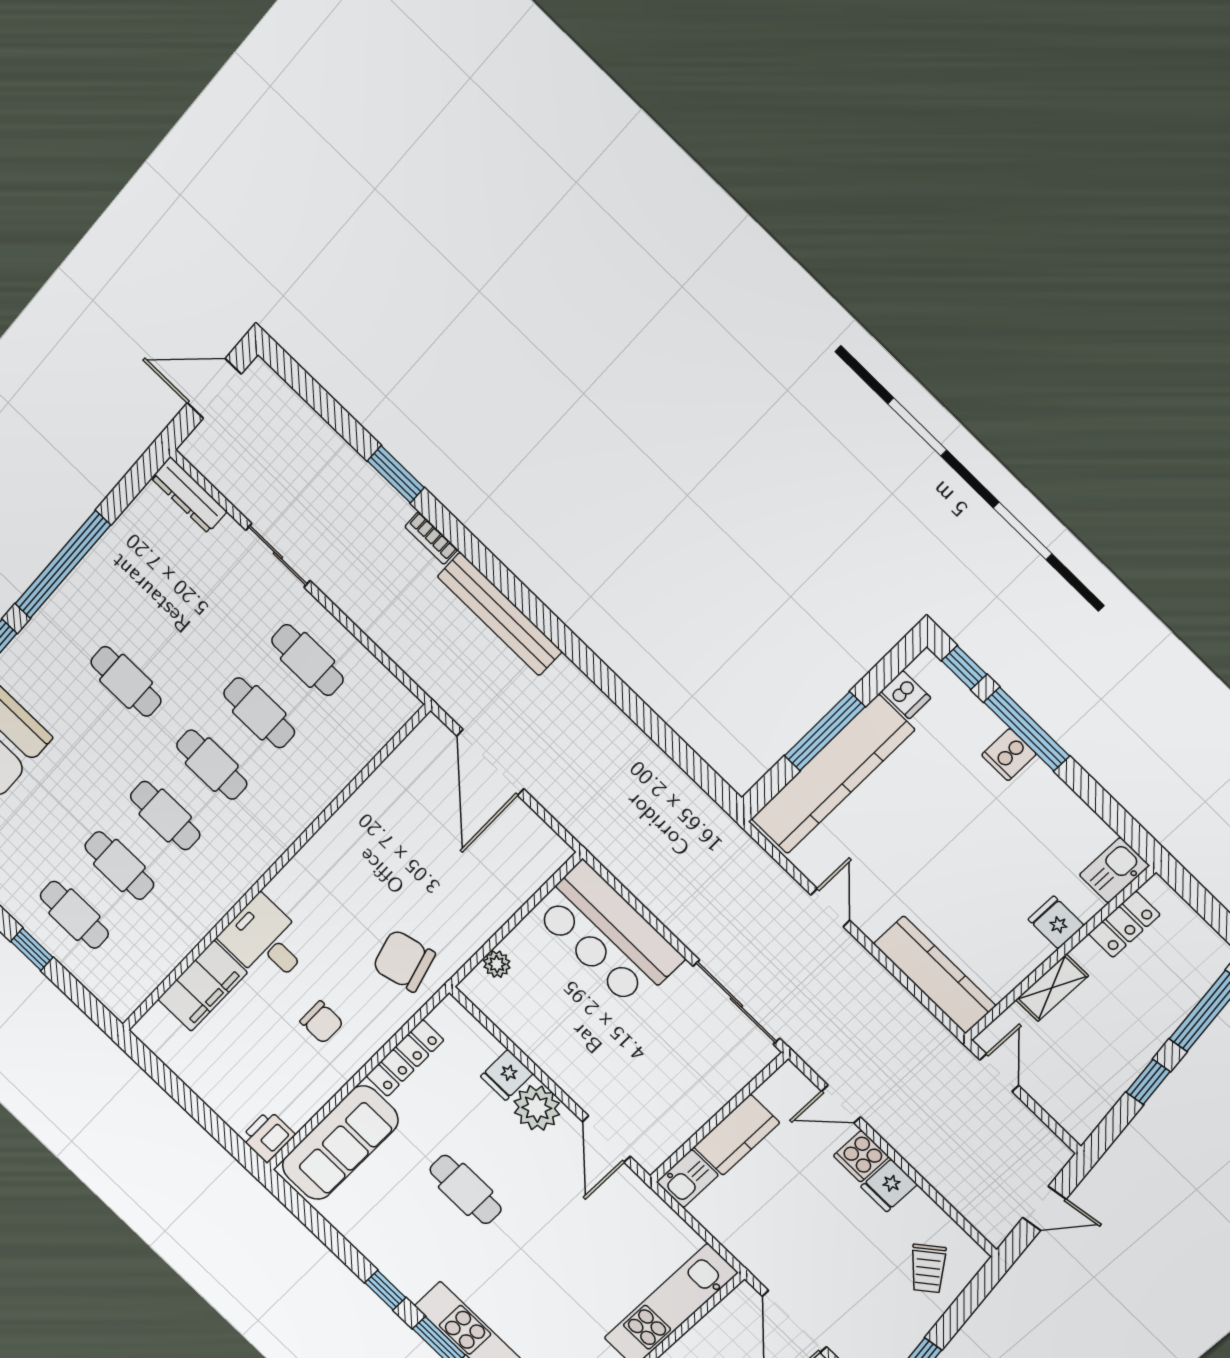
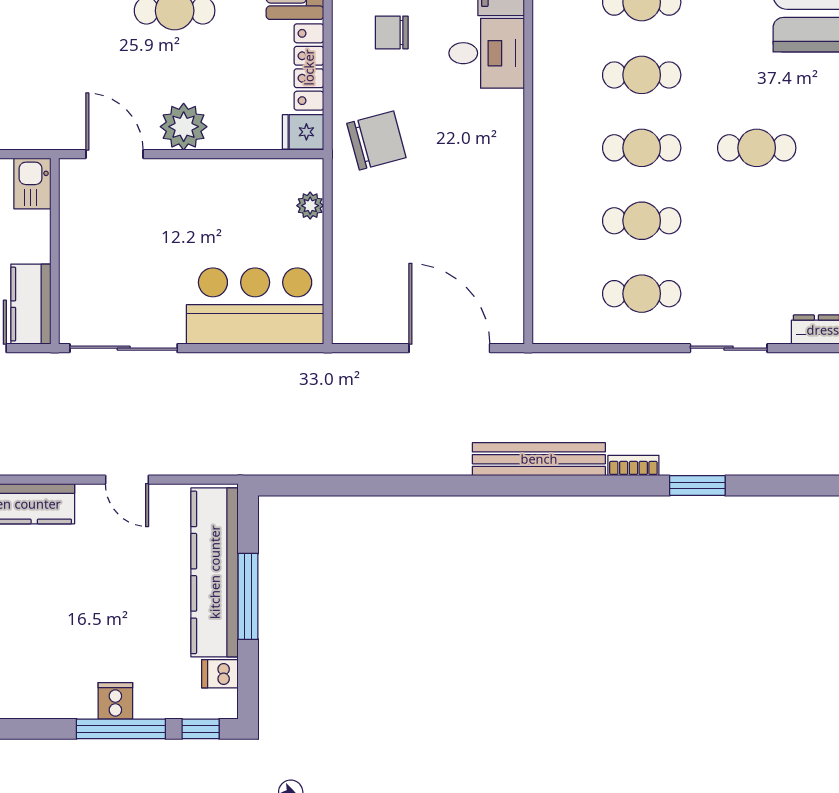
fridge: (507, 1075) -> (303, 132), moved, turned -90
kitchen counter: (737, 1135) -> (31, 304), moved

